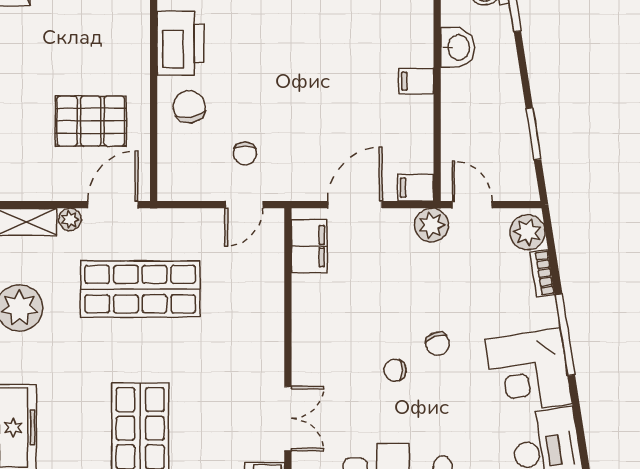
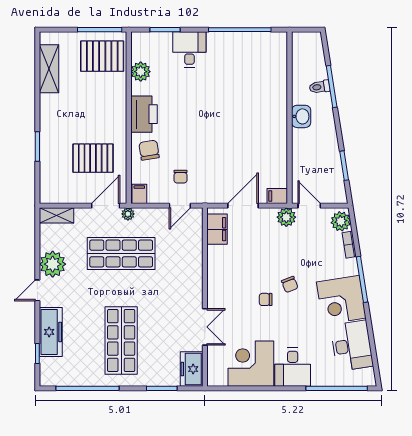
filing cabinet: (416, 81) -> (139, 194), moved, turned 90
plant: (70, 219) -> (128, 214), moved

